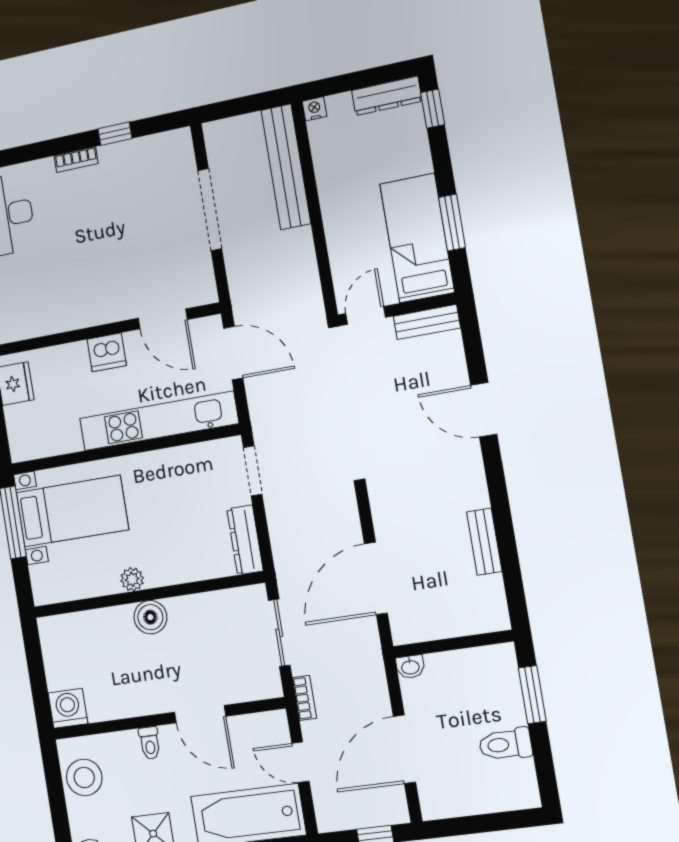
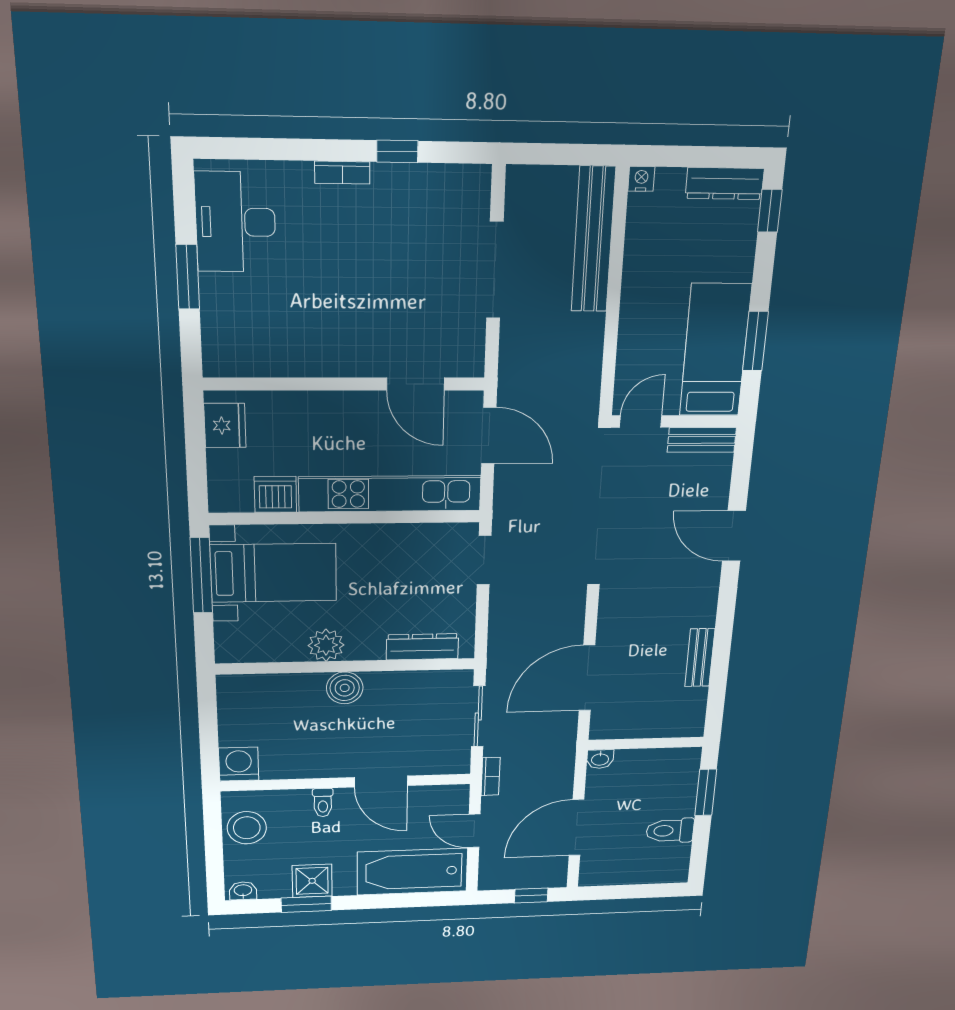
dishwasher: (107, 352) -> (275, 494), moved, turned 180
dresser: (245, 540) -> (422, 647), moved, turned 90
plant: (132, 579) -> (326, 645), width x1.38, depth x1.38

